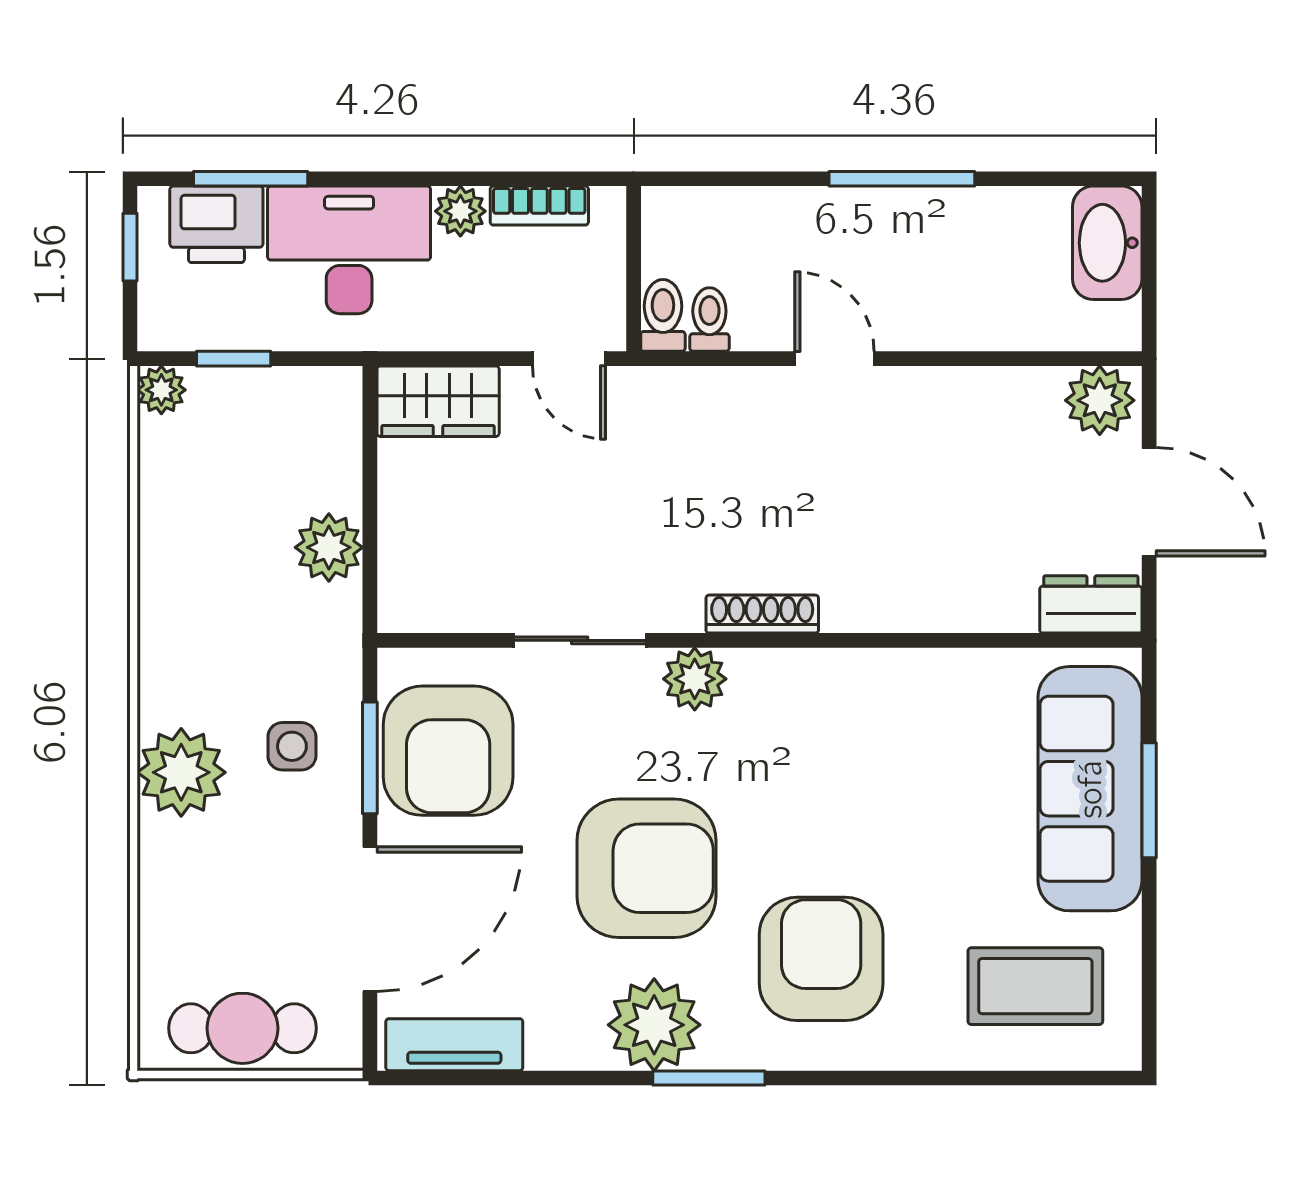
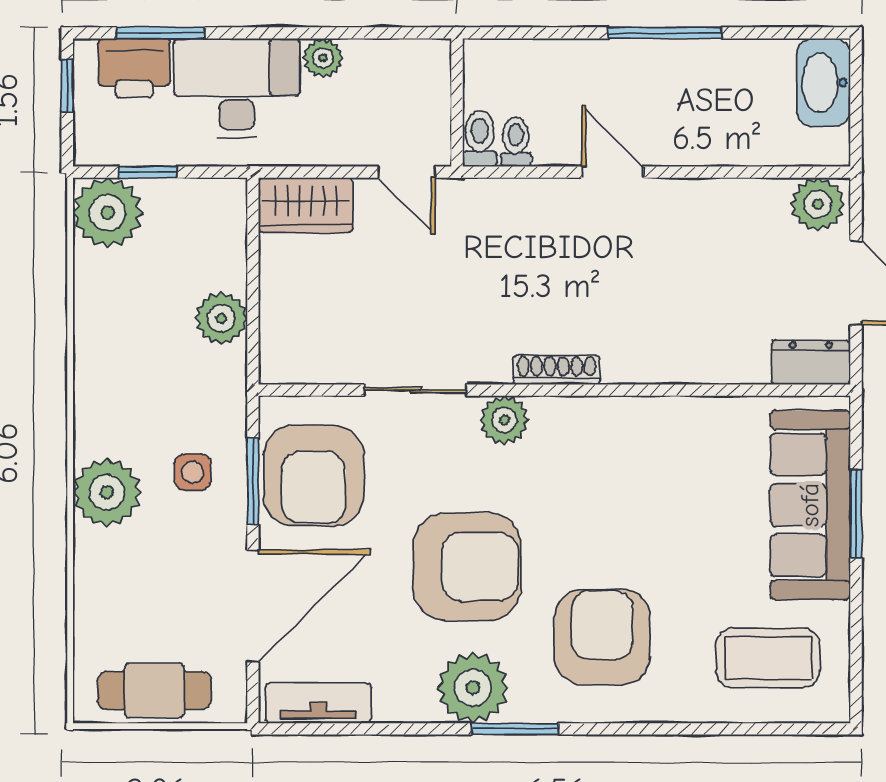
bookcase: (539, 206) -> (384, 54), removed
plant: (161, 390) -> (108, 213), width x1.88, depth x1.88

